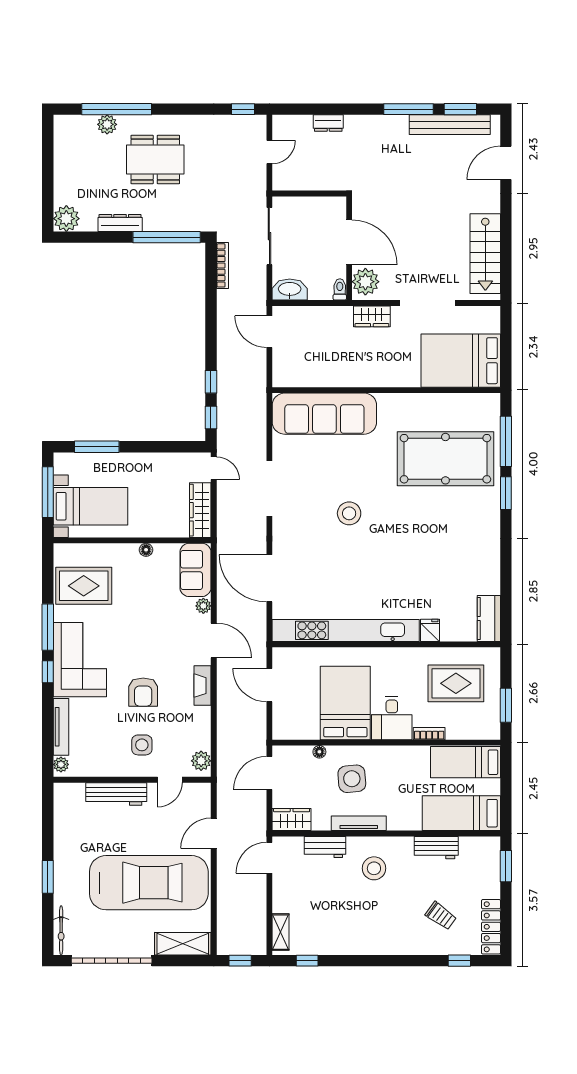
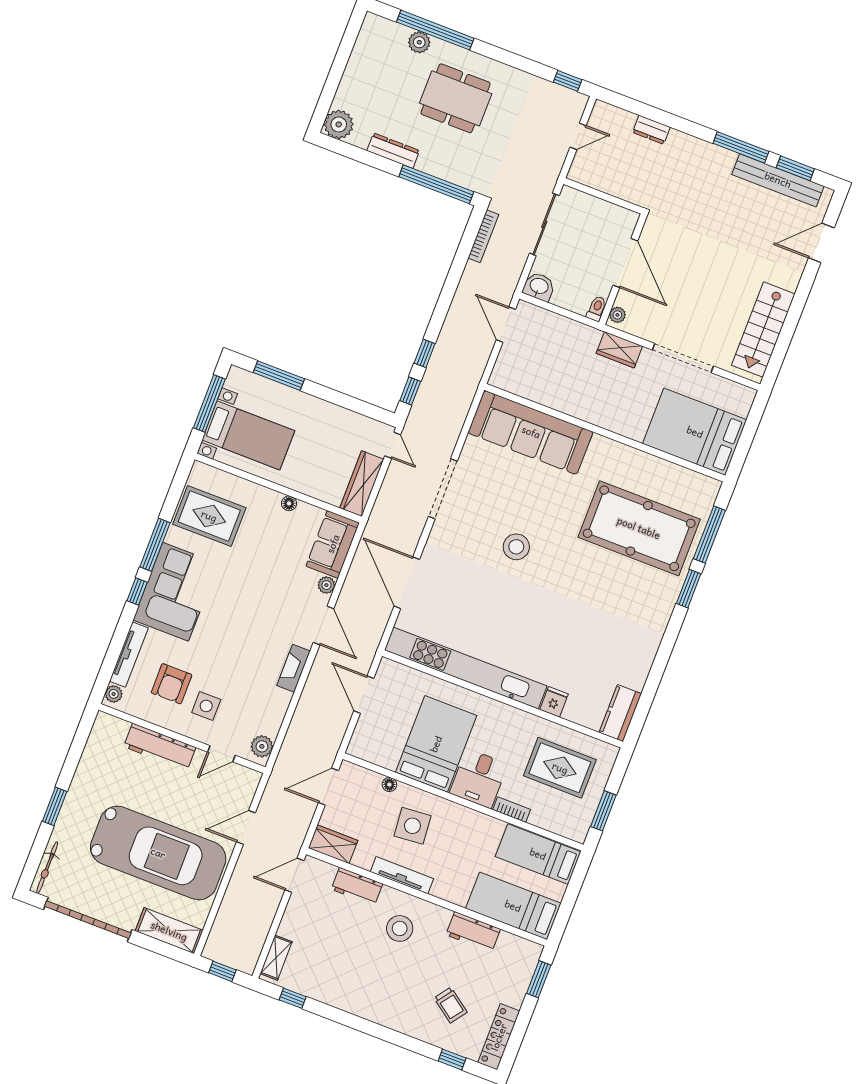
plant: (365, 282) -> (617, 315), width x0.53, depth x0.53
washbasin: (290, 290) -> (539, 287), width x0.72
armchair: (143, 692) -> (172, 684), moved

